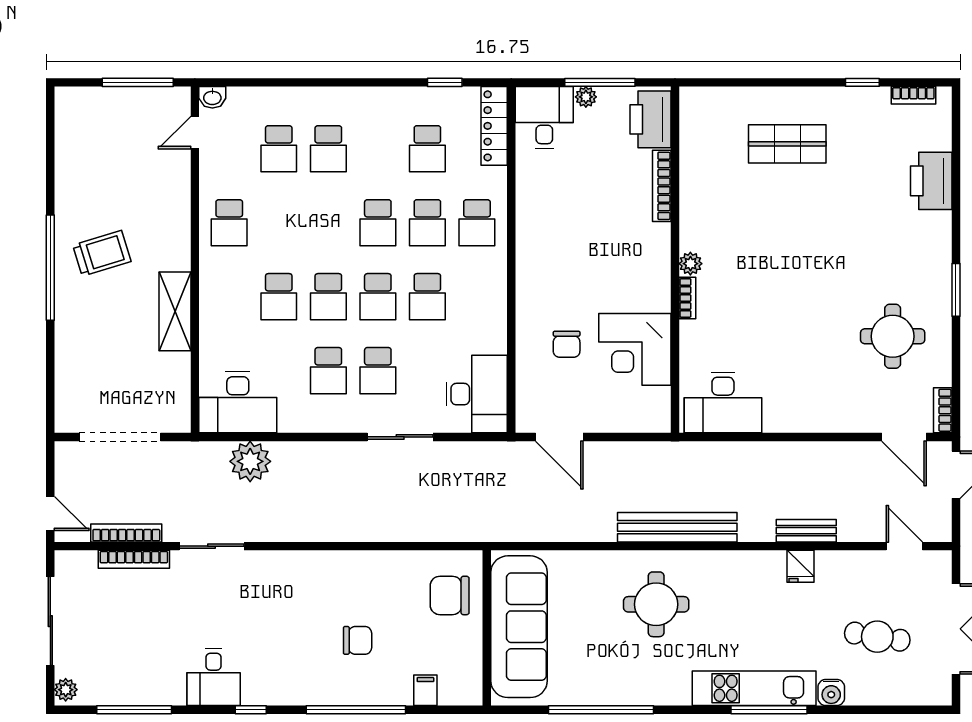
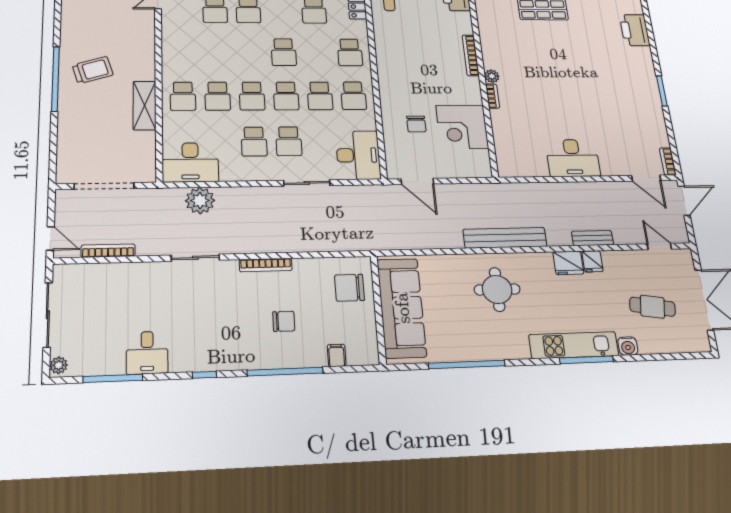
bookcase: (662, 186) -> (471, 55), moved
school desk: (229, 223) -> (183, 96), moved
school desk: (427, 223) -> (353, 96), moved
round table: (893, 336) -> (628, 118), removed
desk: (723, 403) -> (573, 158), moved
sliding door: (212, 546) -> (195, 258), moved
bookcase: (134, 559) -> (266, 265), moved
fridge: (765, 568) -> (568, 263), added
desk: (214, 677) -> (147, 353), moved

